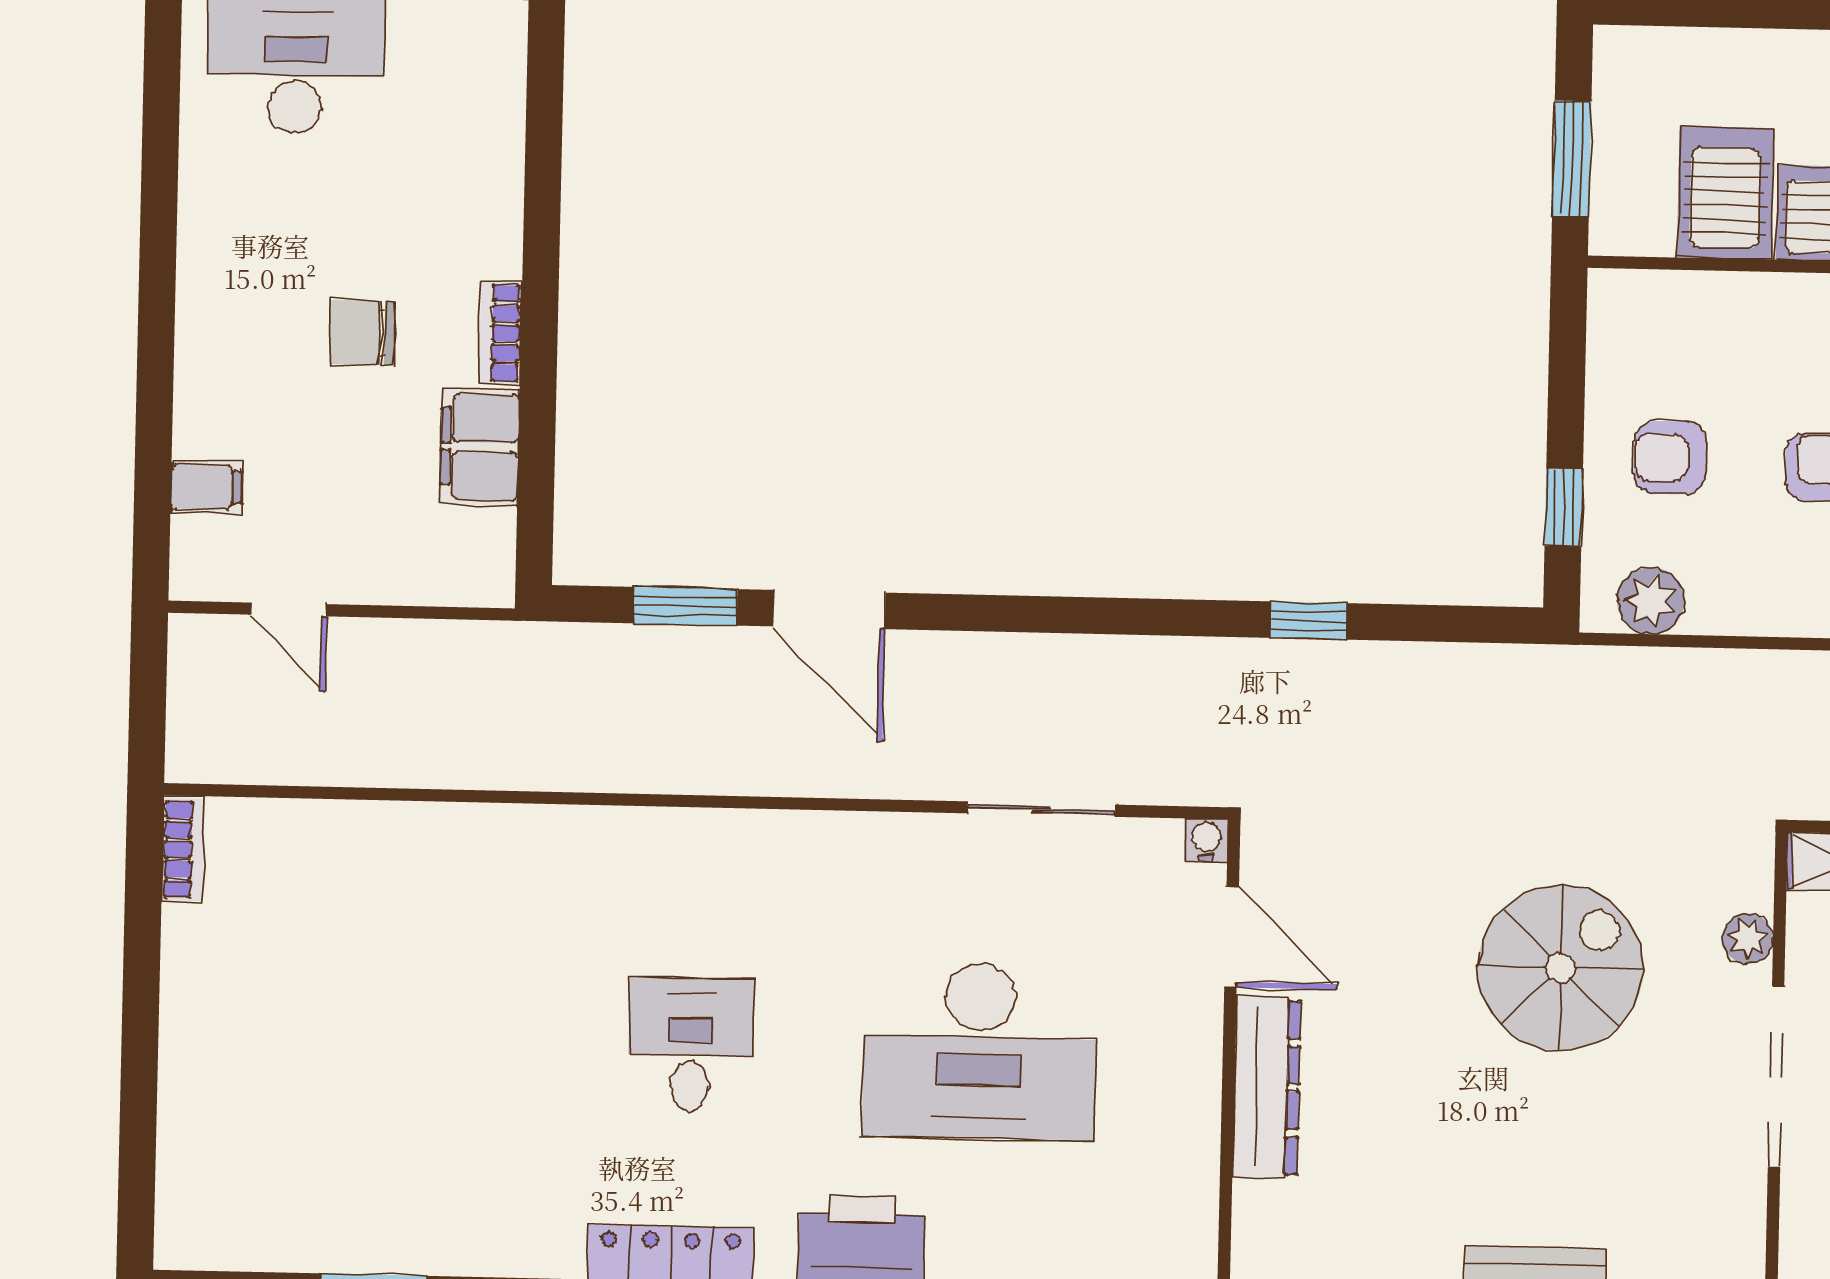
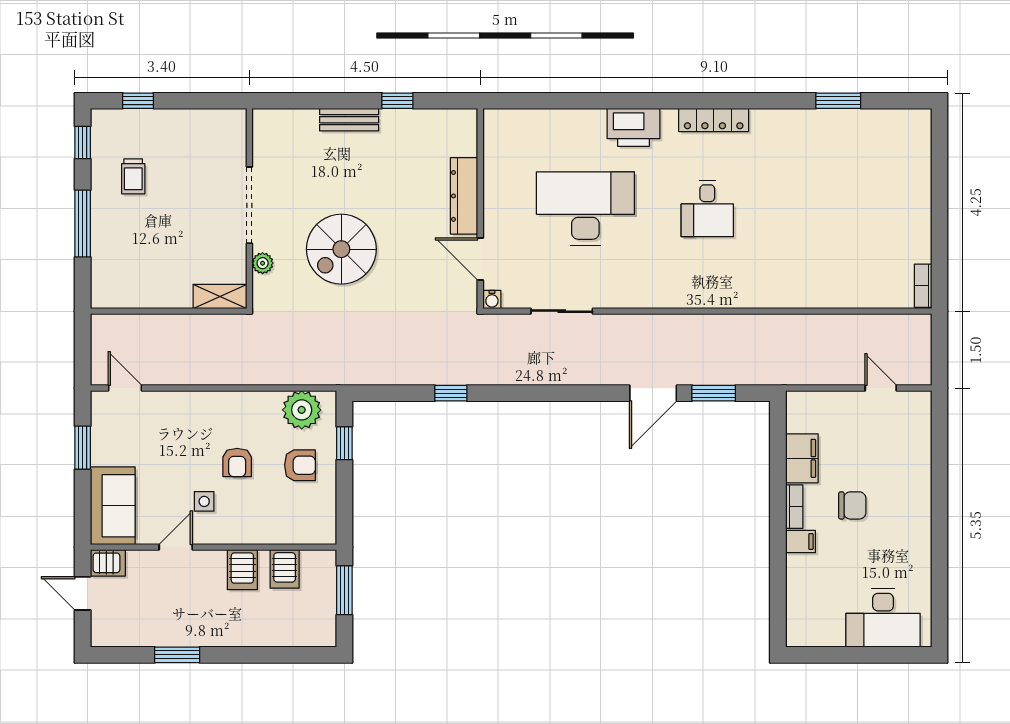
server rack: (1725, 193) -> (285, 569), width x0.73, depth x0.70
filing cabinet: (206, 487) -> (801, 542), moved, turned 180
plant: (1651, 601) -> (302, 410), width x1.36, depth x1.36
door: (829, 610) -> (653, 393), swing flipped

